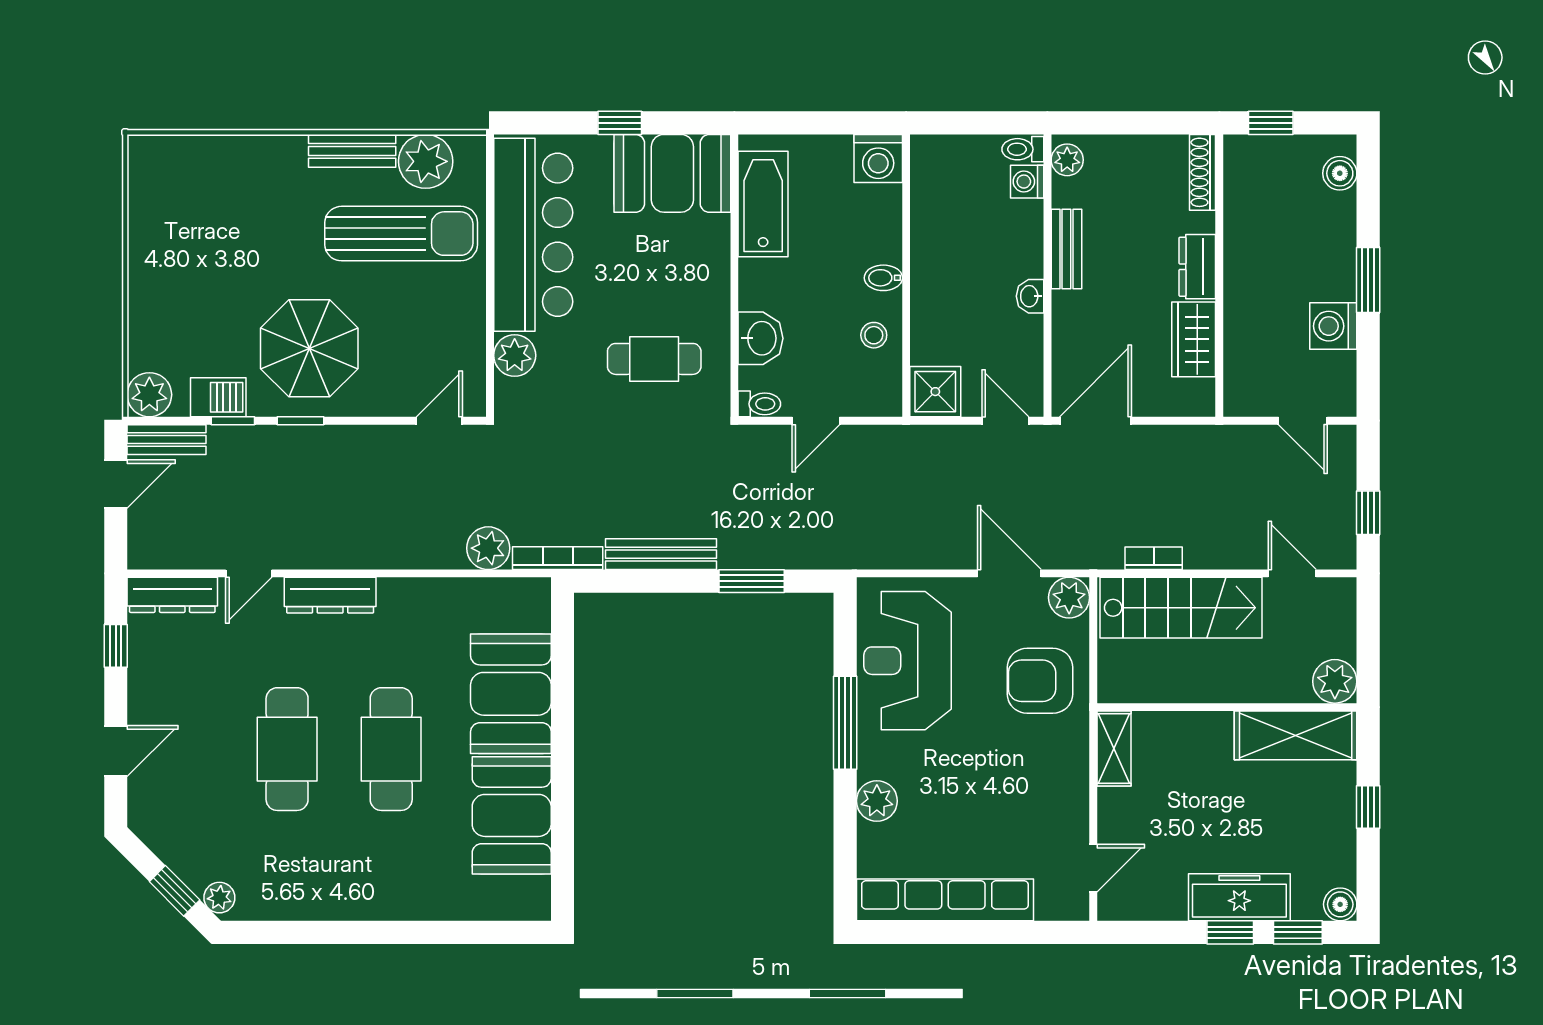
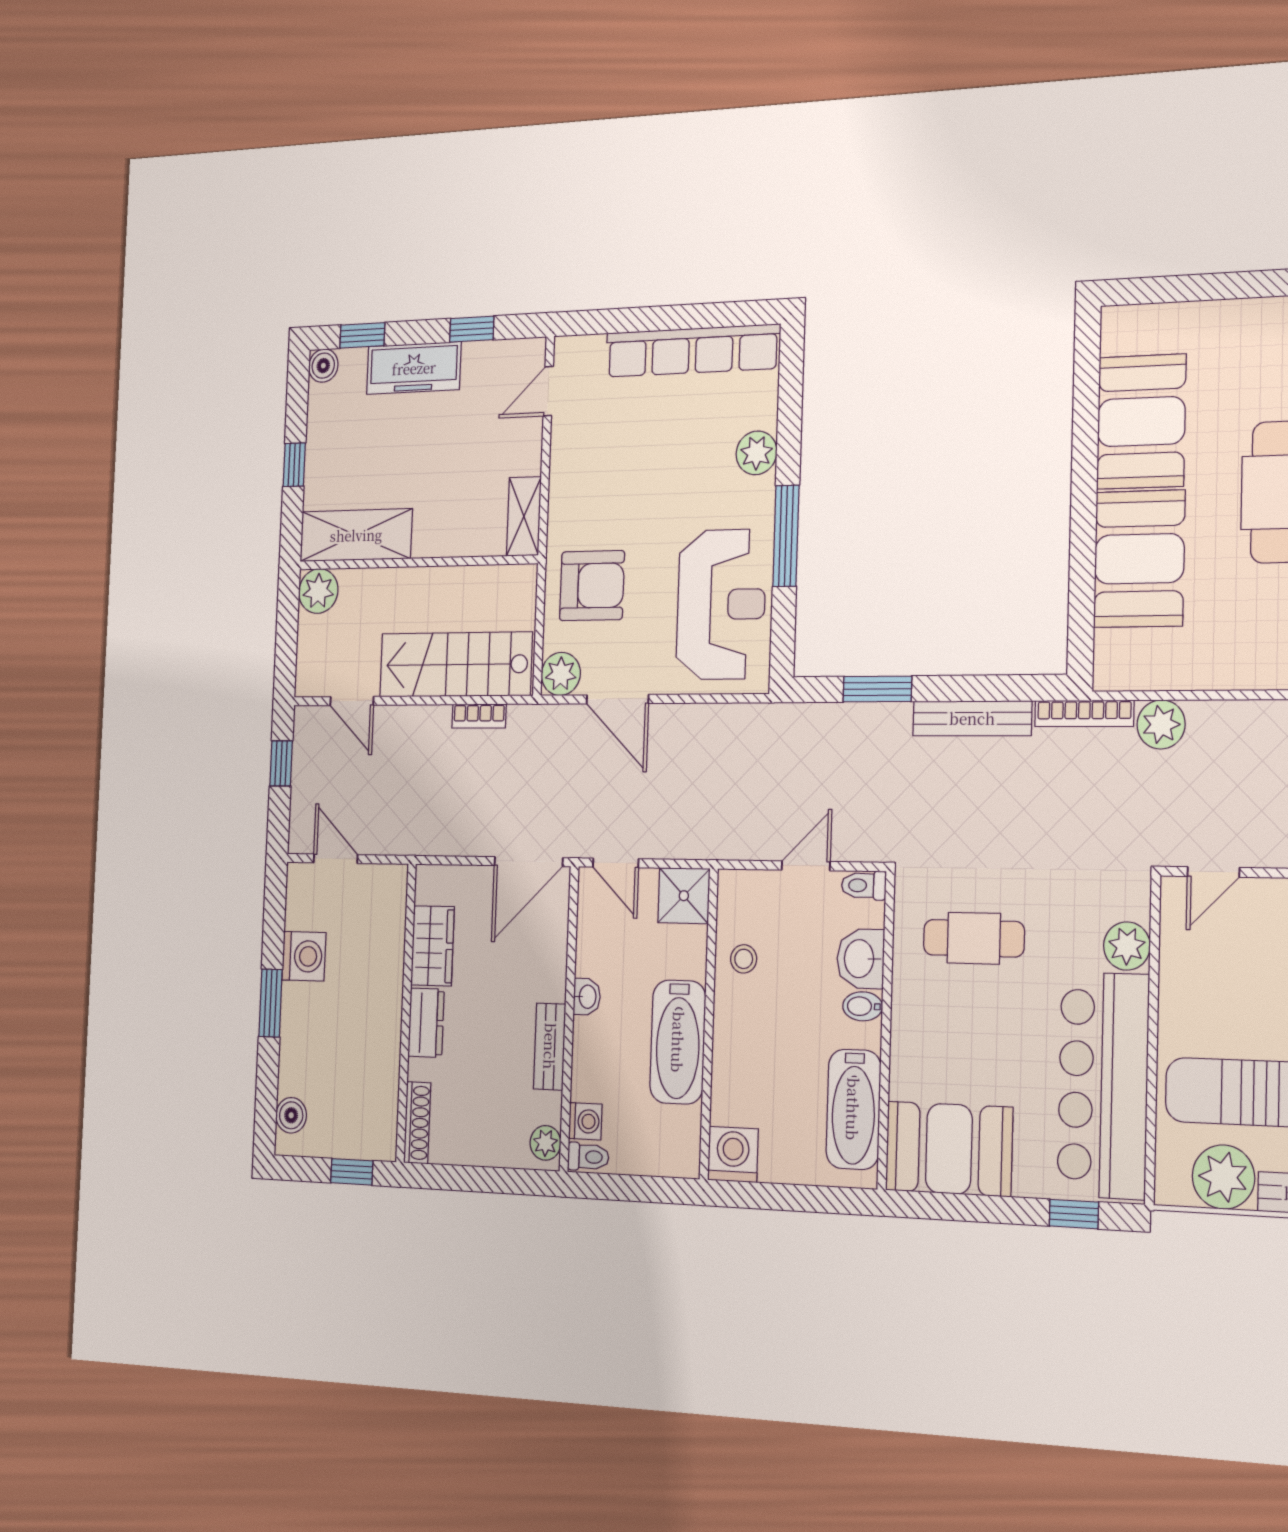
window: (620, 123) -> (1074, 1214), moved
bathtub: (936, 258) -> (678, 1042), added
bidet: (883, 278) -> (863, 1006), moved, turned 180
window: (1230, 932) -> (472, 329), moved

